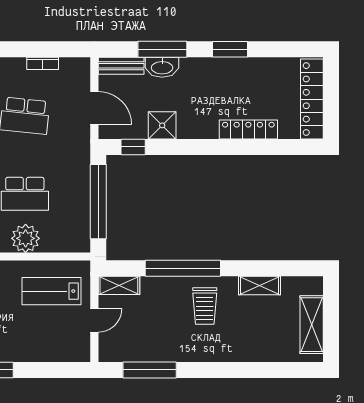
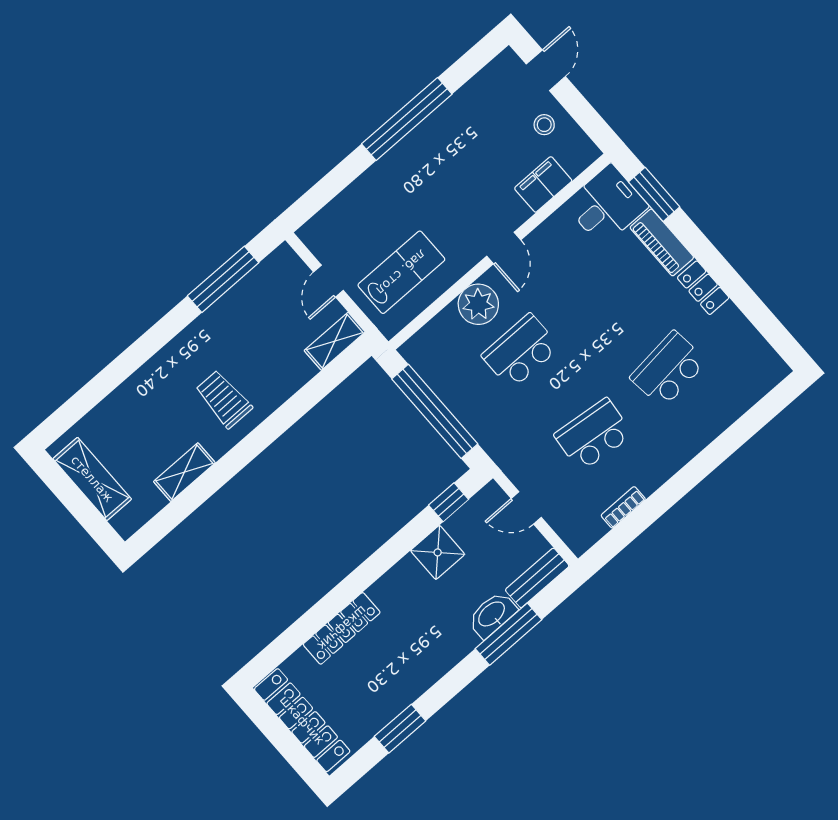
window: (230, 49) -> (400, 729), moved
door: (94, 108) -> (526, 508), width x0.73
window: (183, 268) -> (282, 419), removed

